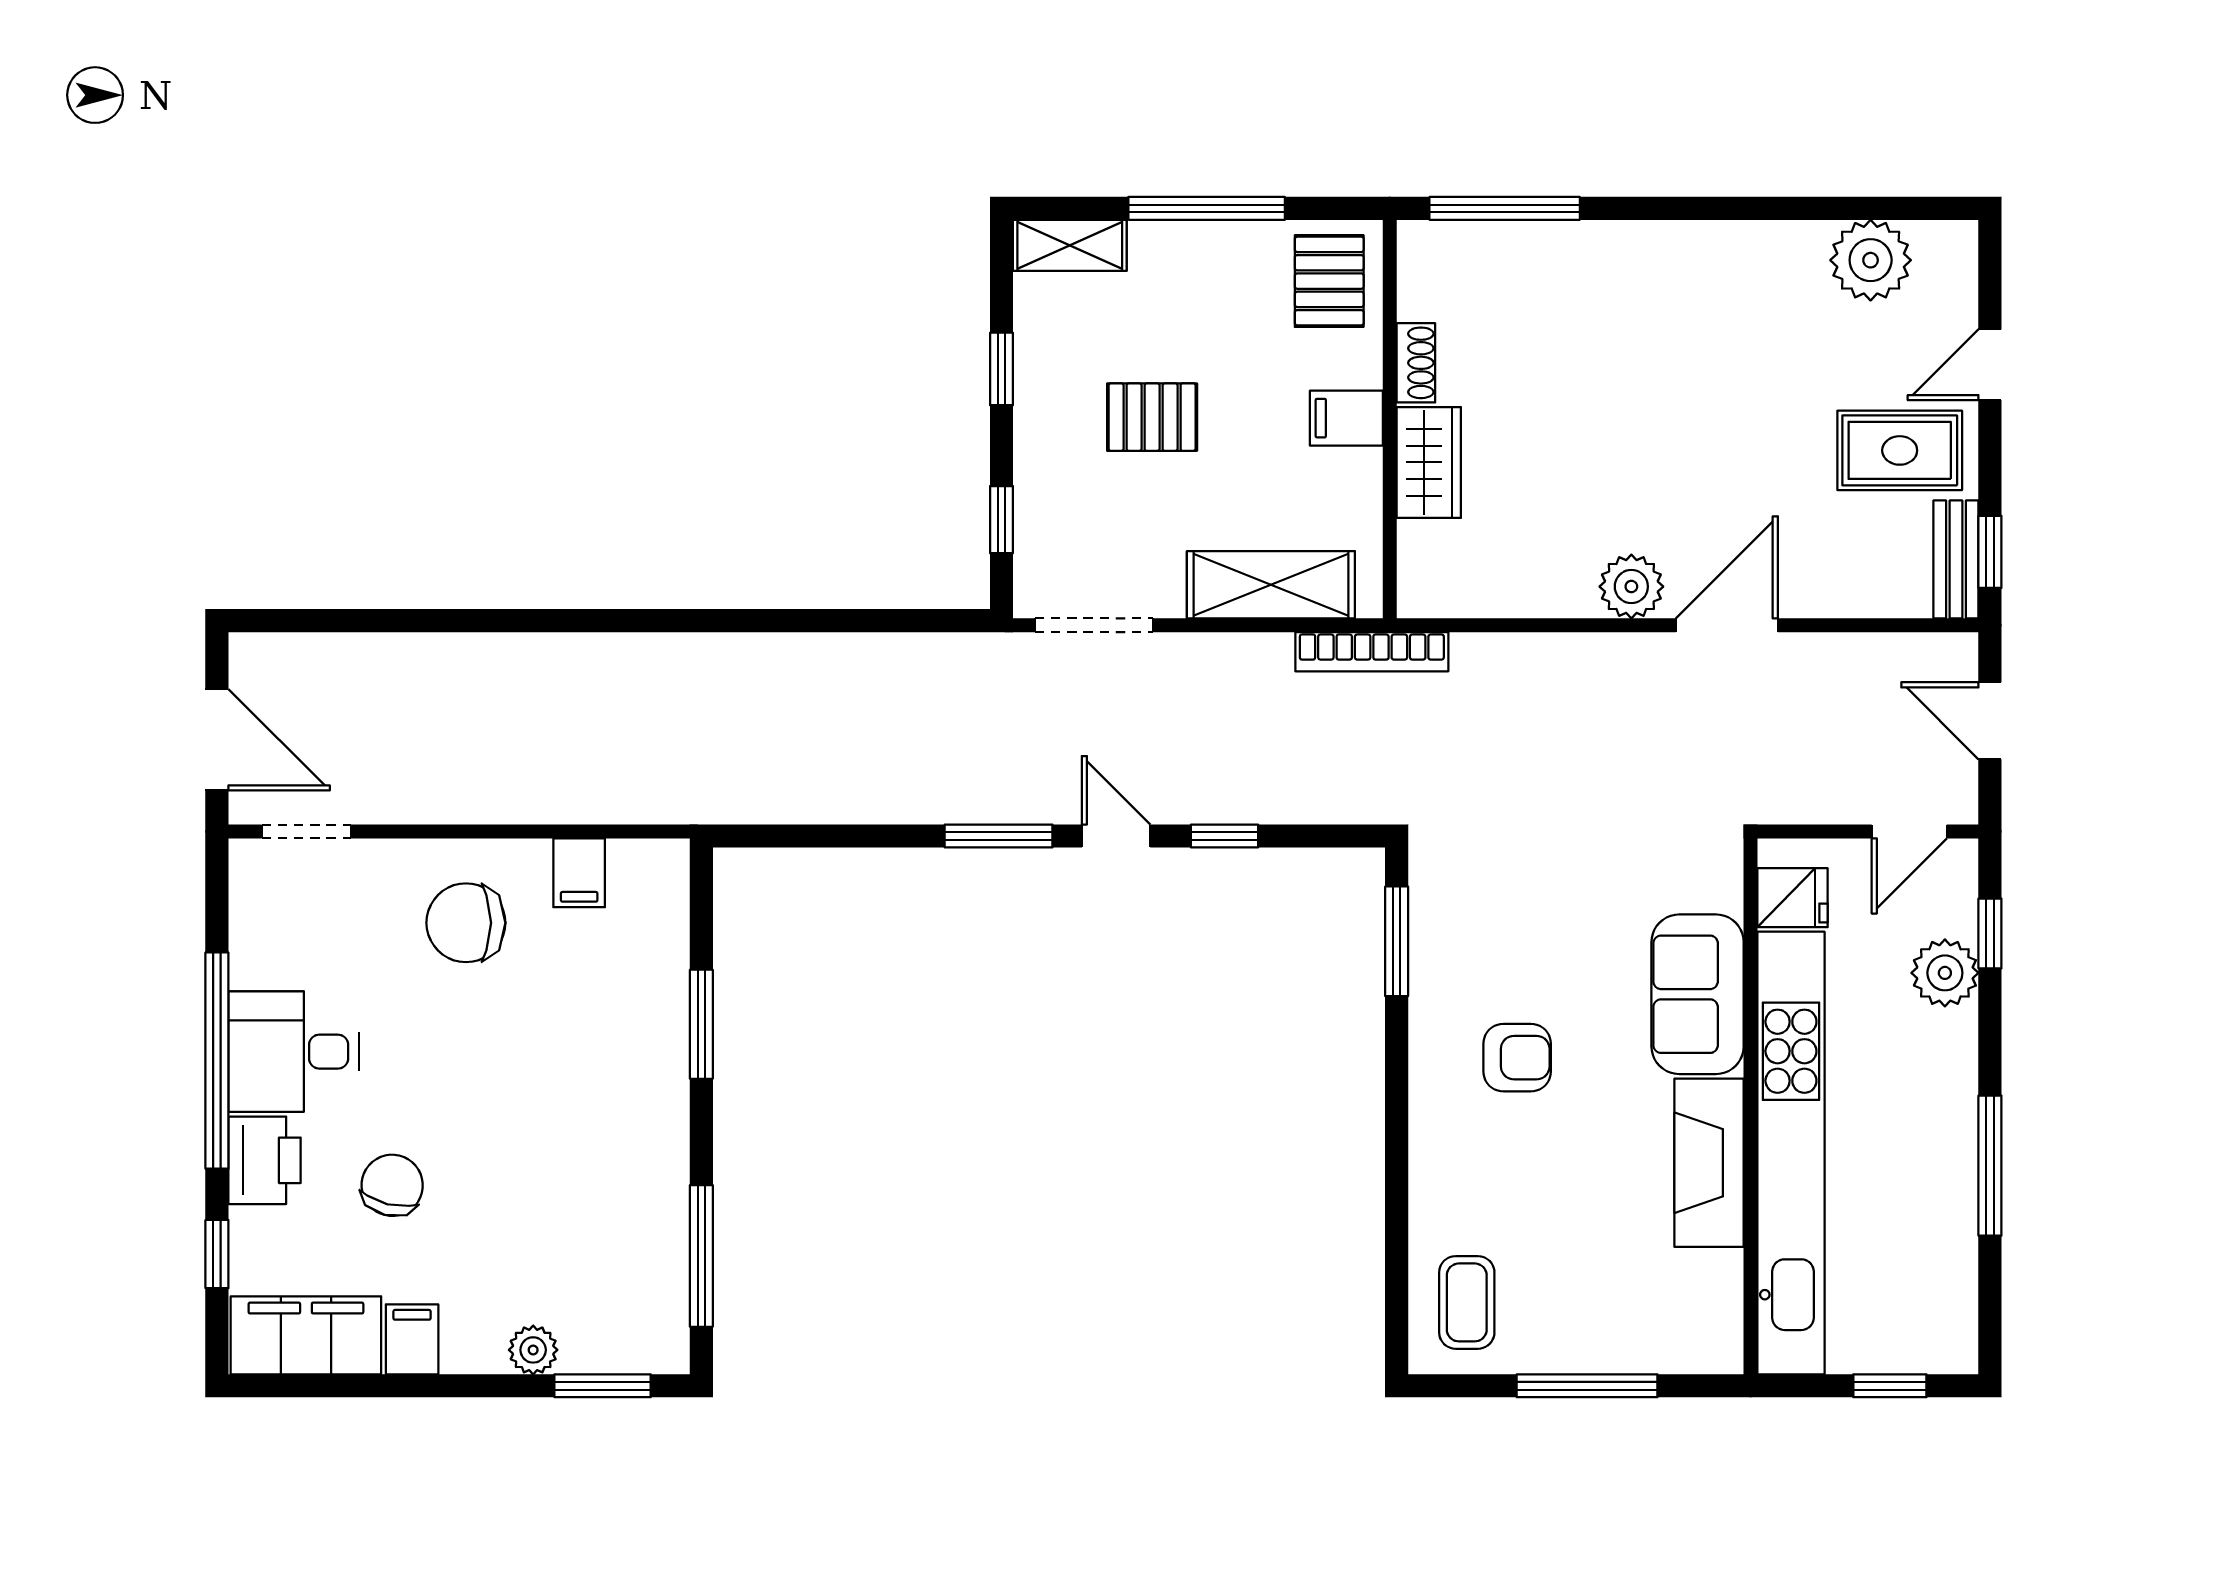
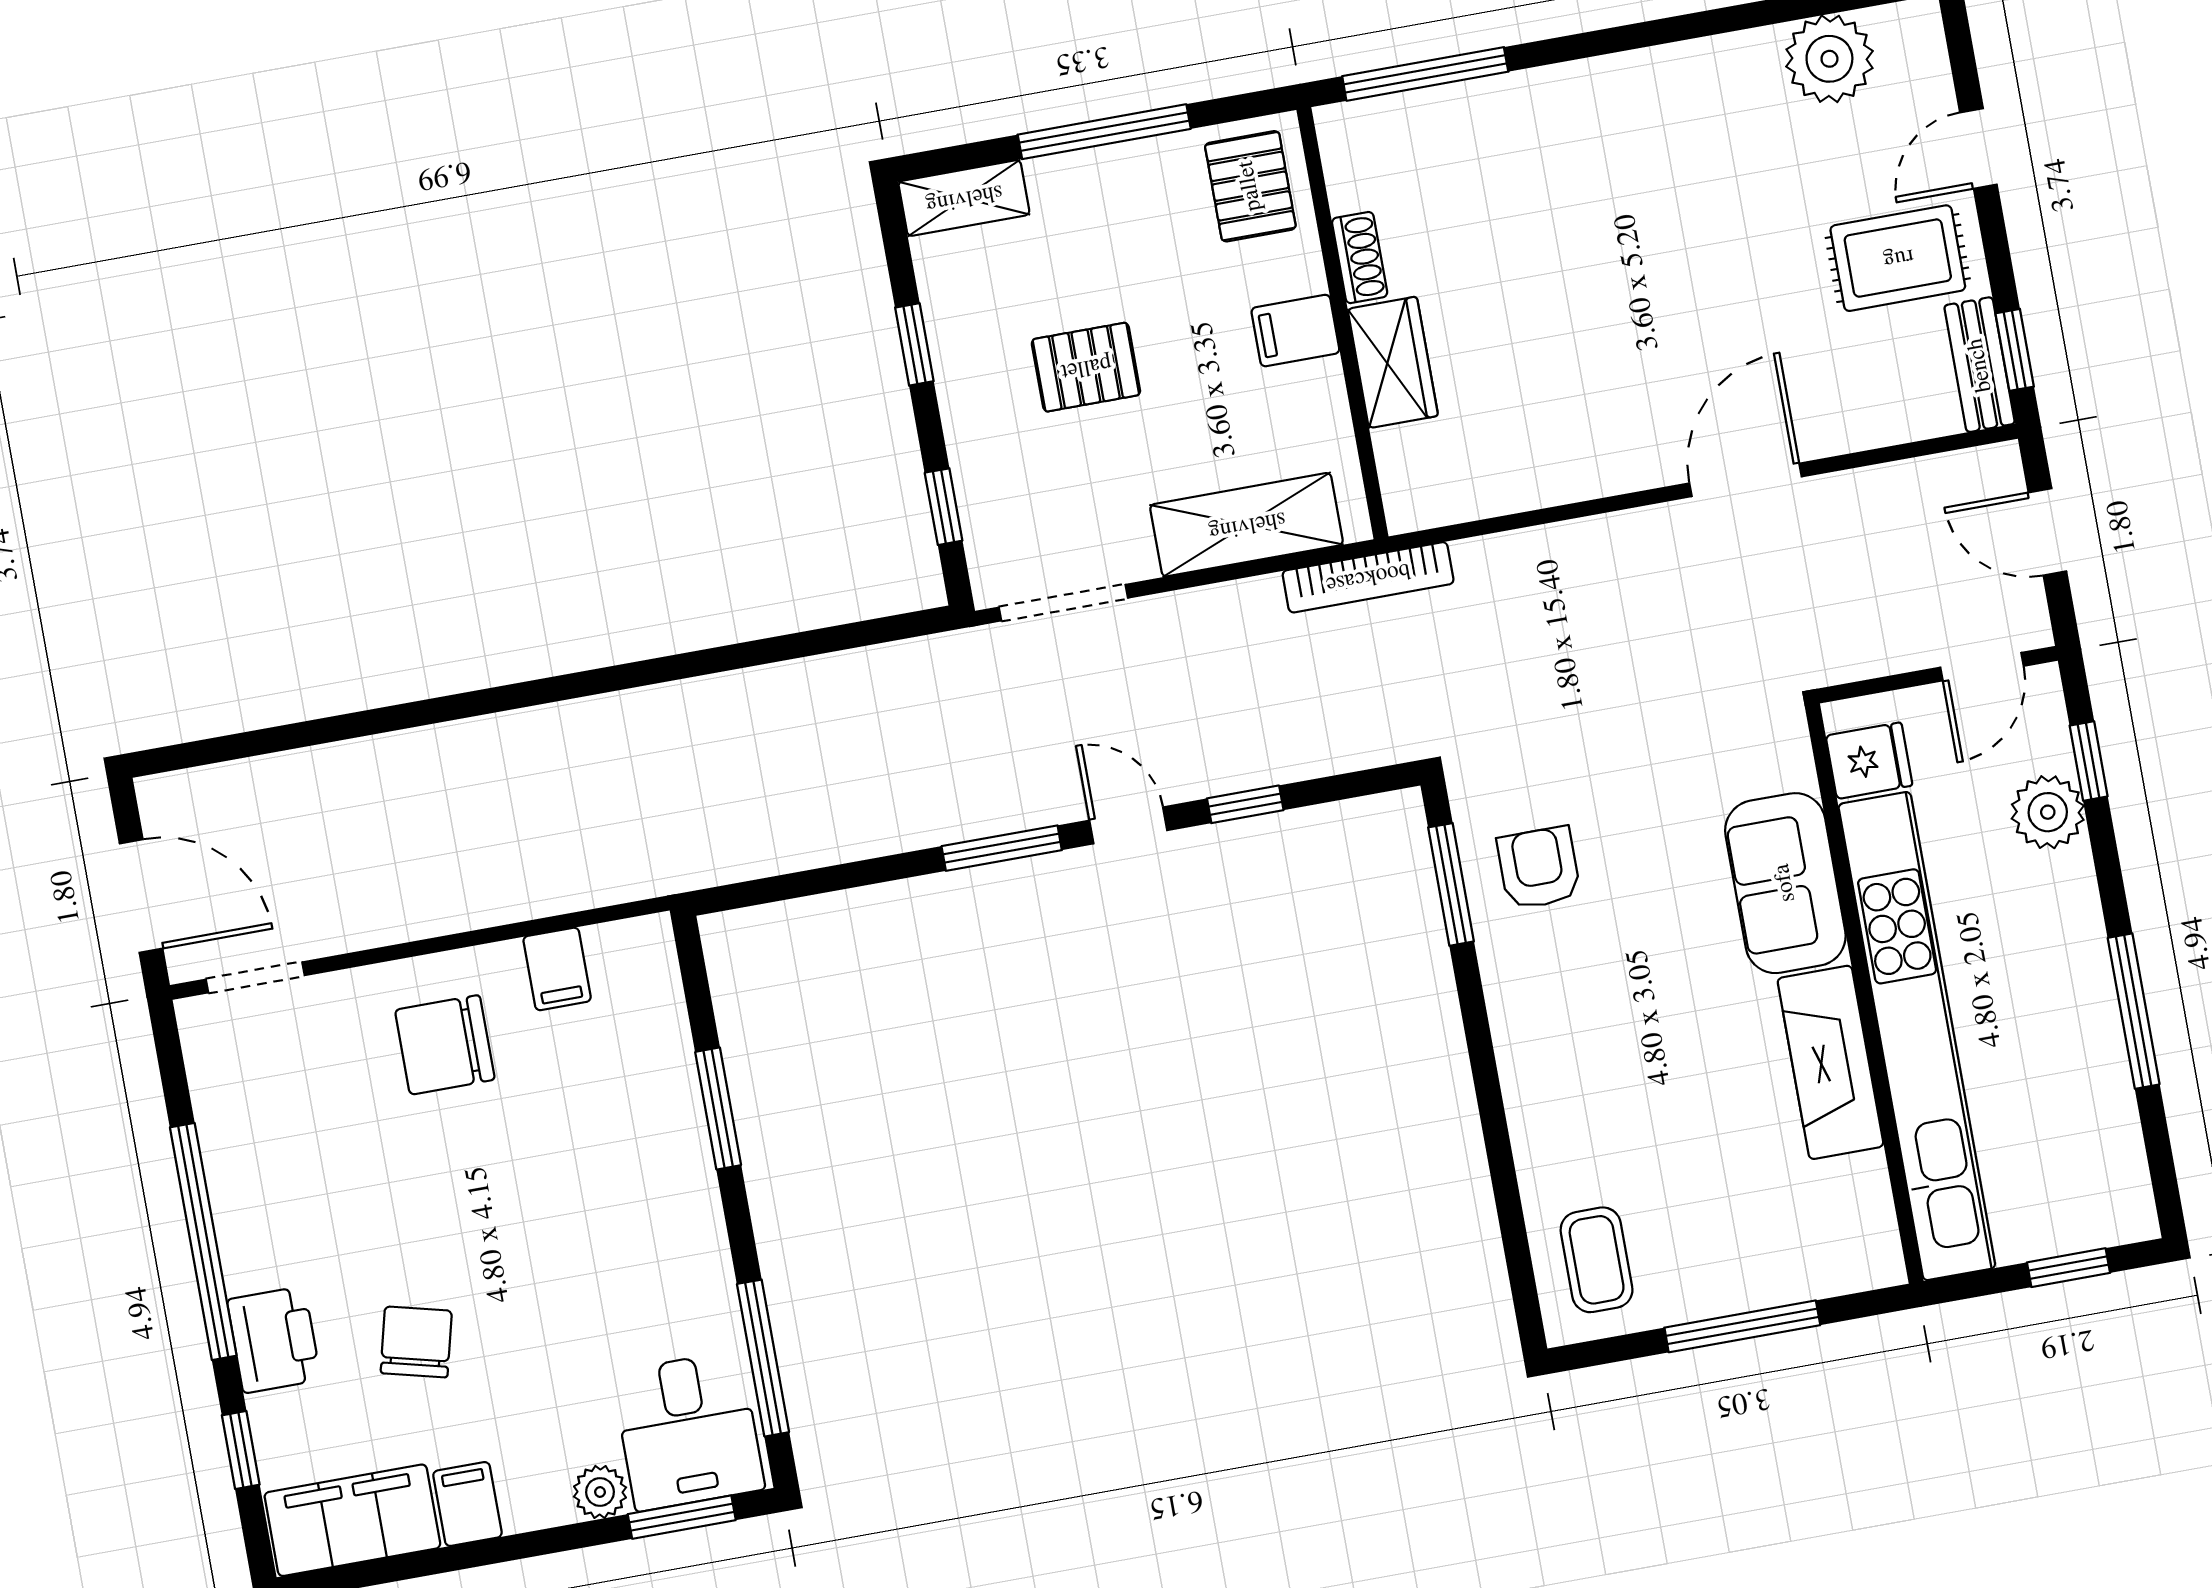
plant: (1631, 587) -> (1635, 457), removed
desk: (293, 1052) -> (688, 1431), moved, turned -90
armchair: (1517, 1058) -> (1539, 868), moved, turned -90

